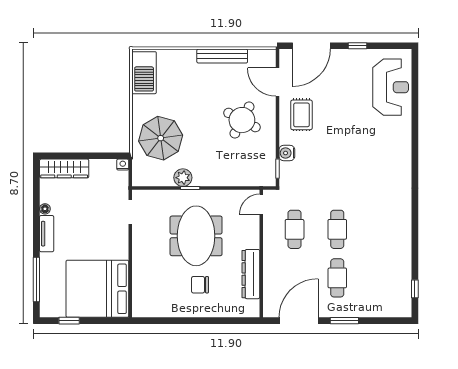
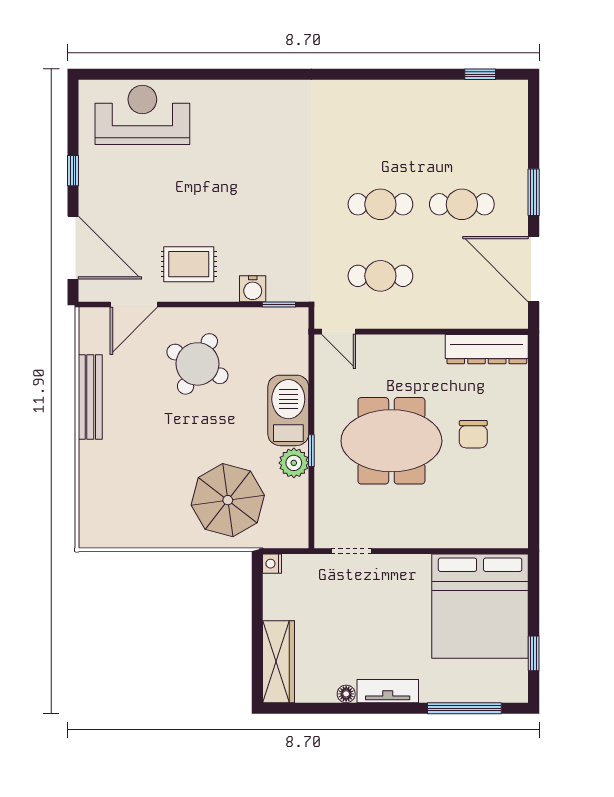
barbecue: (144, 73) -> (288, 410), moved, turned -90
dresser: (251, 274) -> (487, 349), moved

